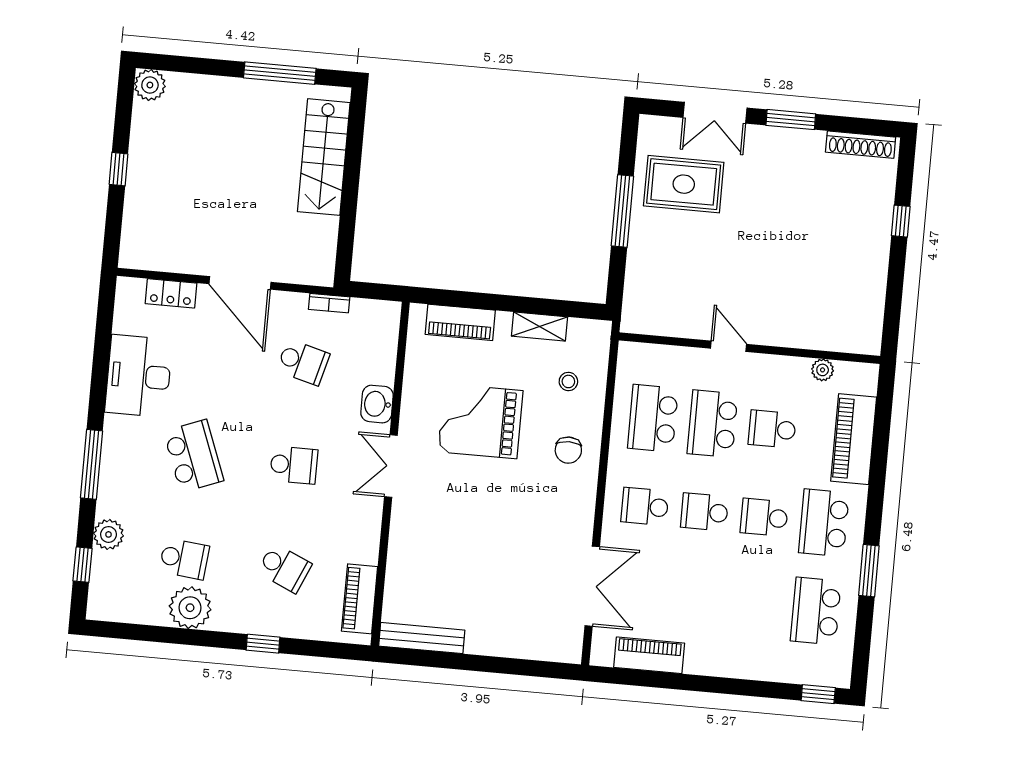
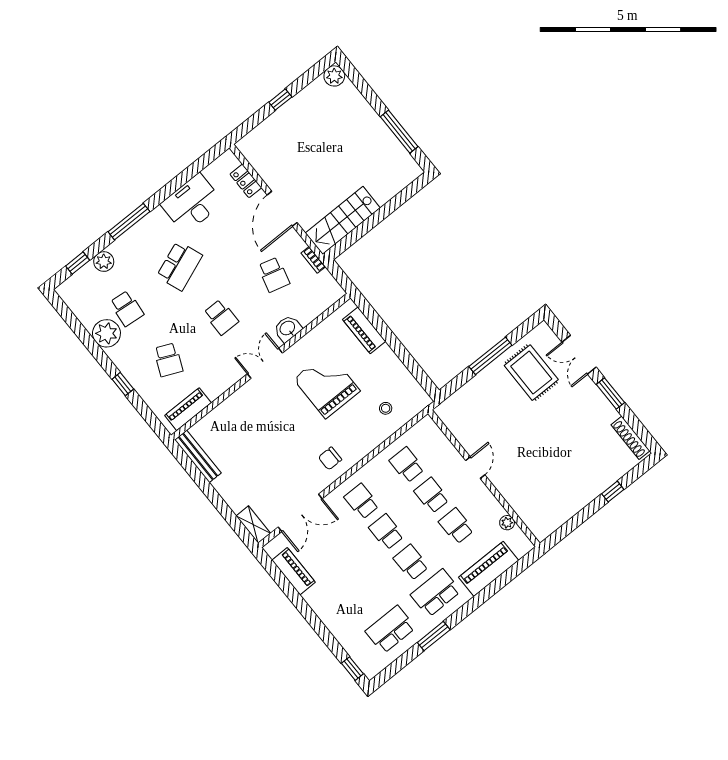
stairs: (324, 157) -> (343, 220), moved
shelving: (539, 326) -> (253, 525), moved
school desk: (653, 418) -> (407, 465), width x0.54
school desk: (713, 424) -> (432, 495), width x0.54
chair: (568, 450) -> (330, 458), moved

